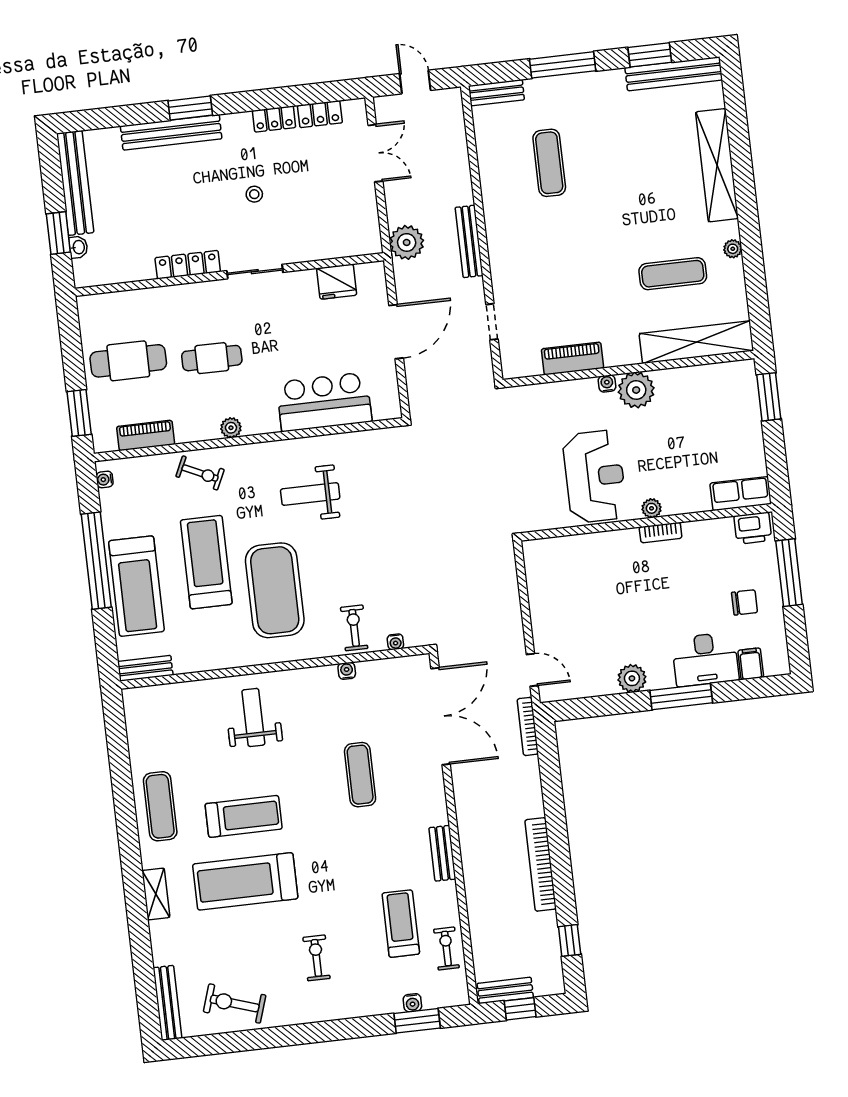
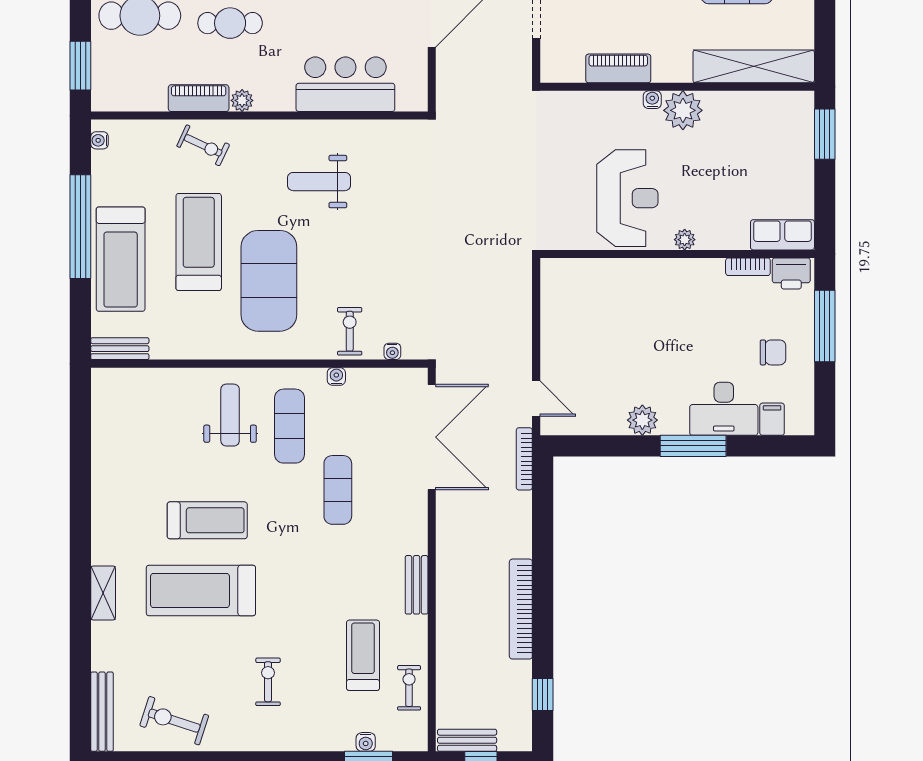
piano: (146, 435) -> (199, 98), moved
bookcase: (661, 533) -> (748, 267), moved
exercise mat: (160, 806) -> (290, 426), moved

